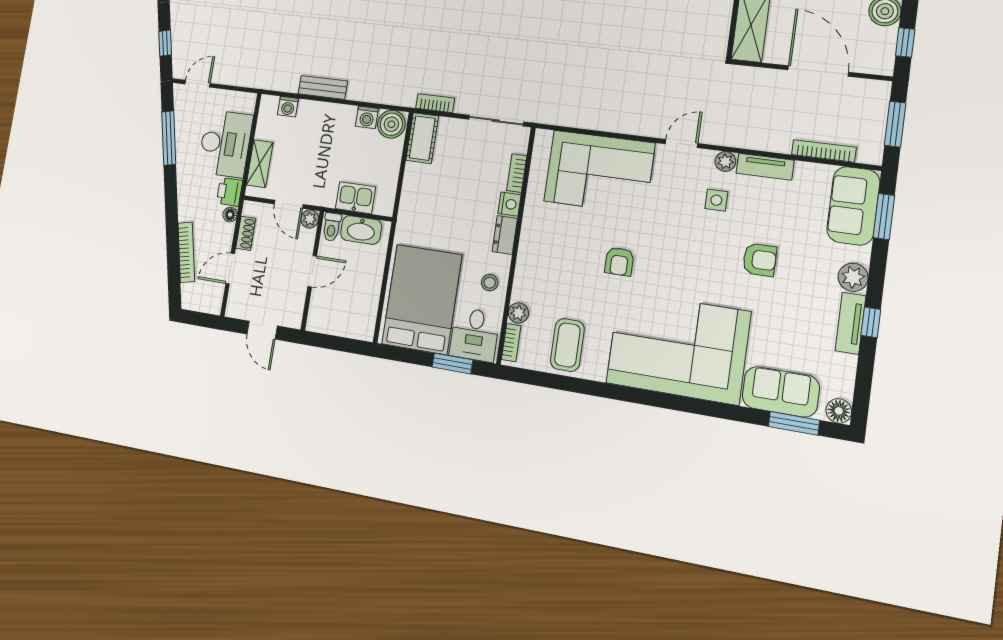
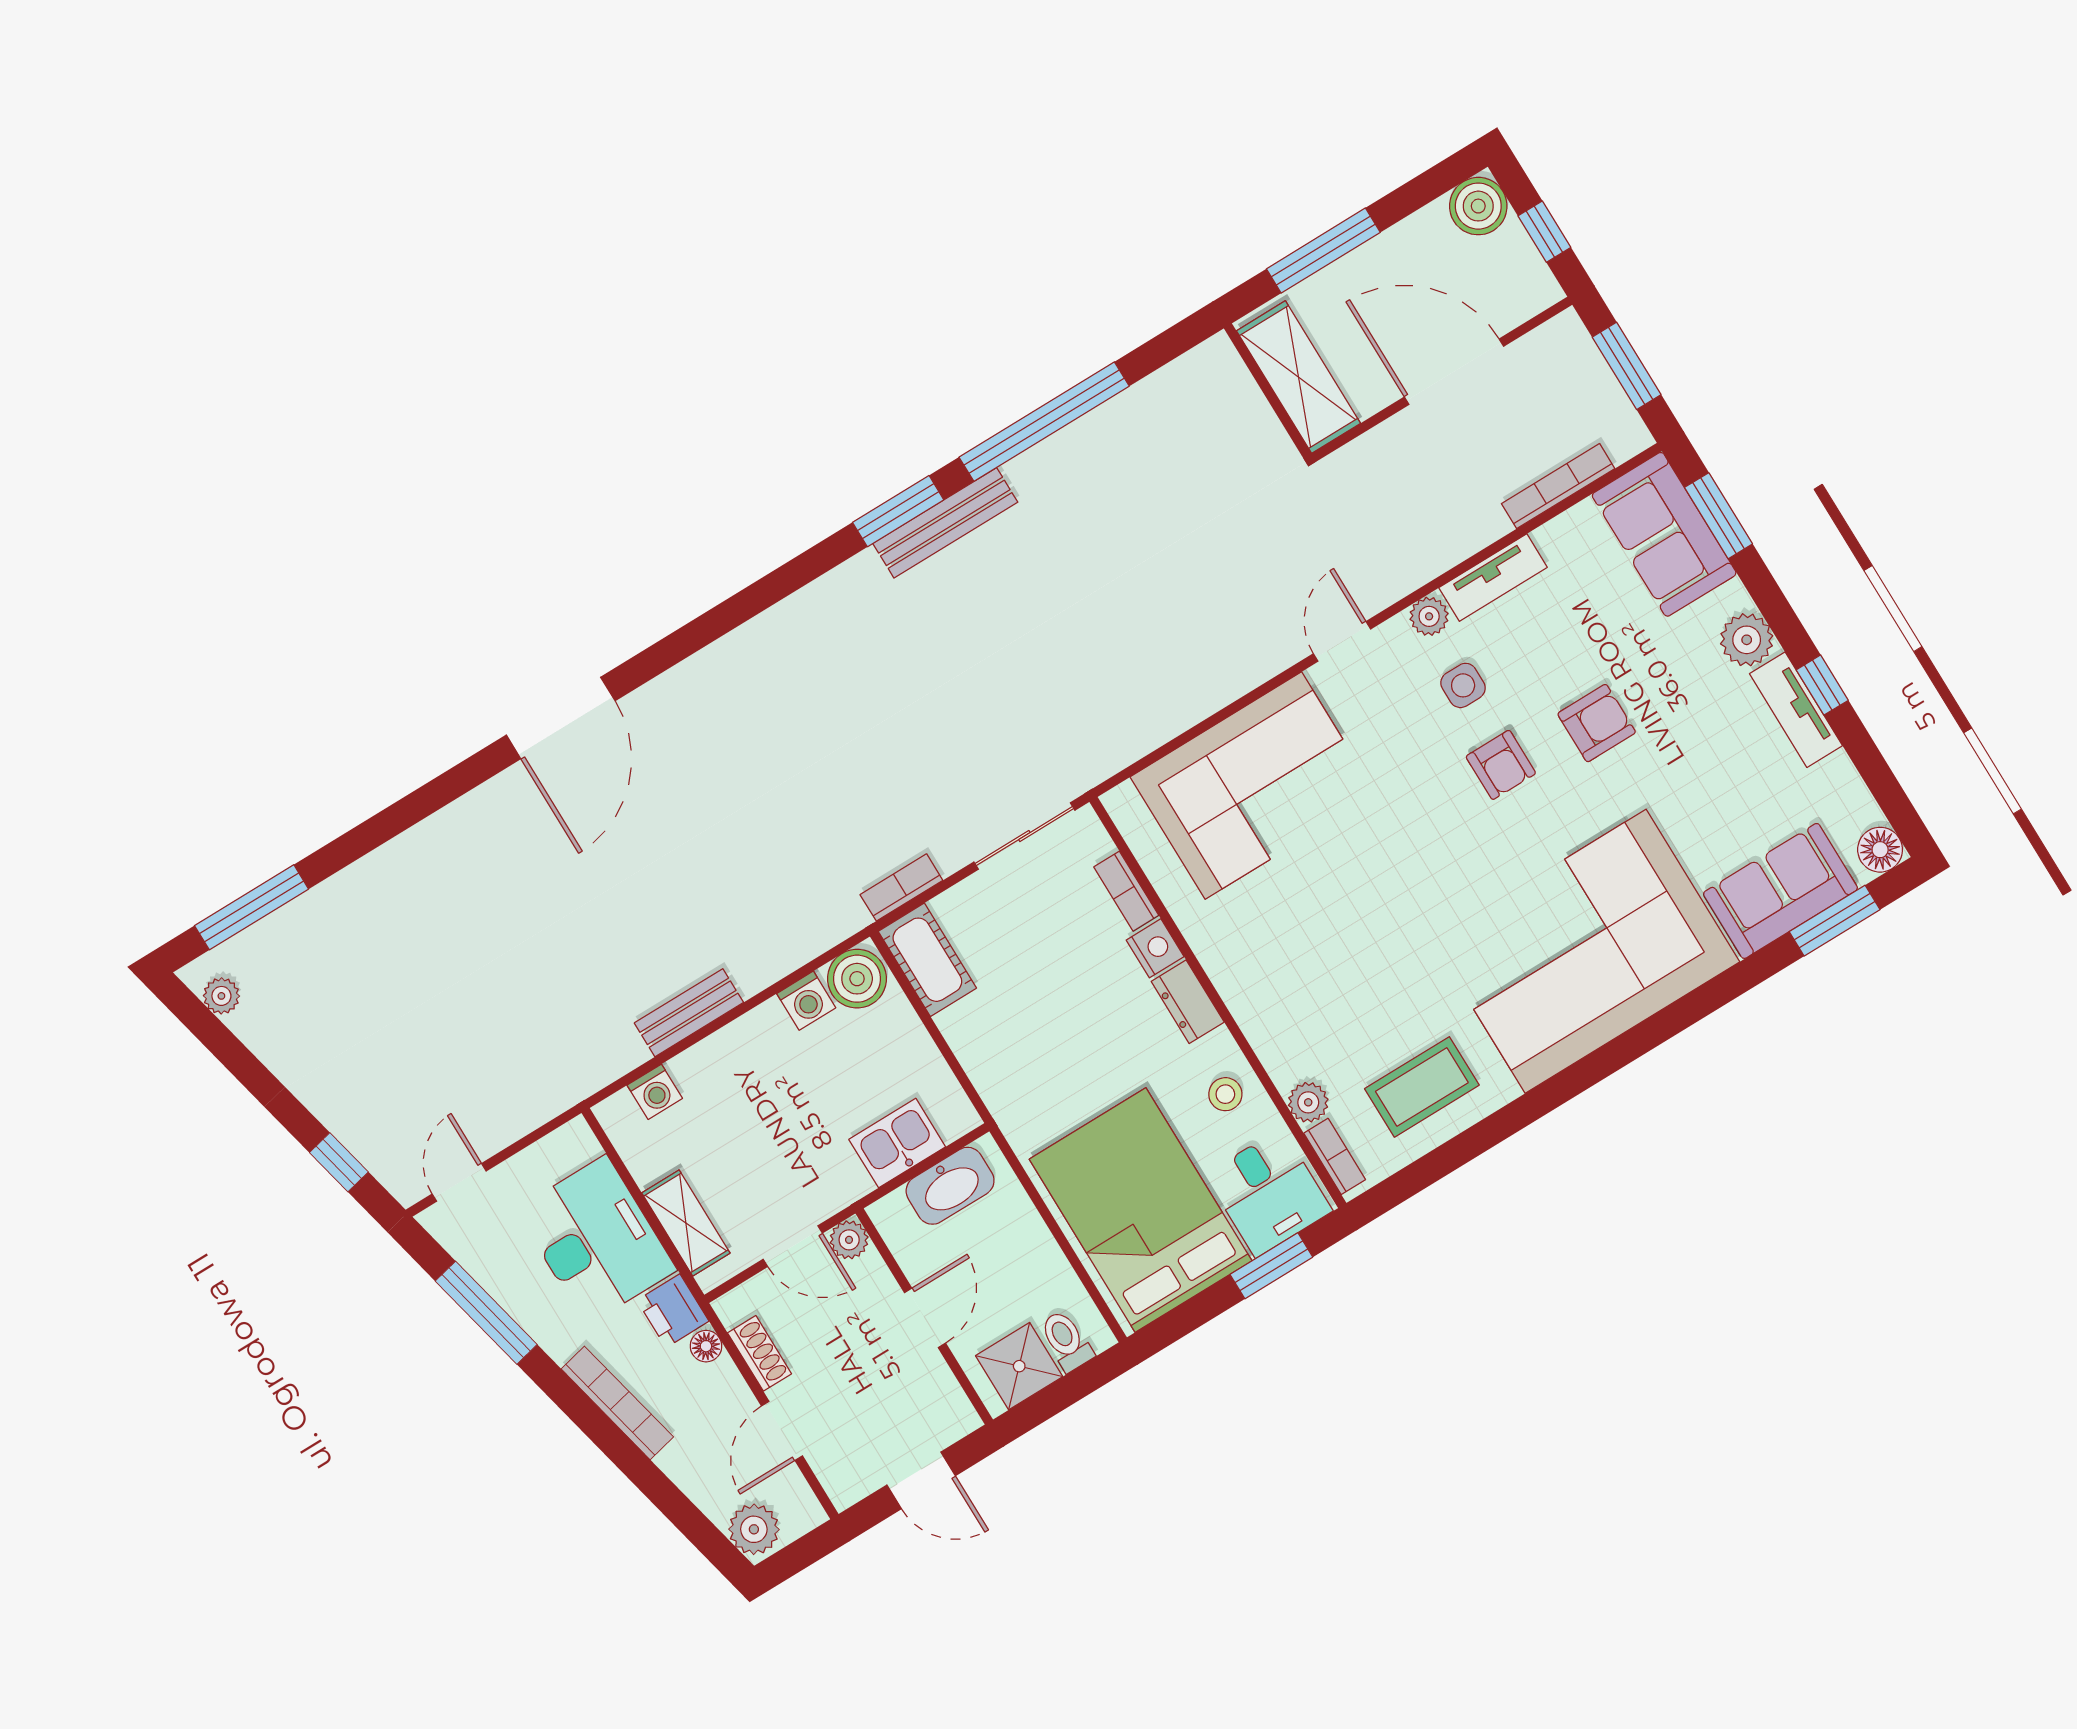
toilet: (332, 227) -> (1066, 1341), moved, turned 180
bookcase: (186, 252) -> (617, 1403), moved
armchair: (619, 262) -> (1501, 765), moved
plant: (192, 296) -> (754, 1529), added
shower: (330, 319) -> (1019, 1366), added
coffee table: (567, 345) -> (1422, 1087), turned 90

